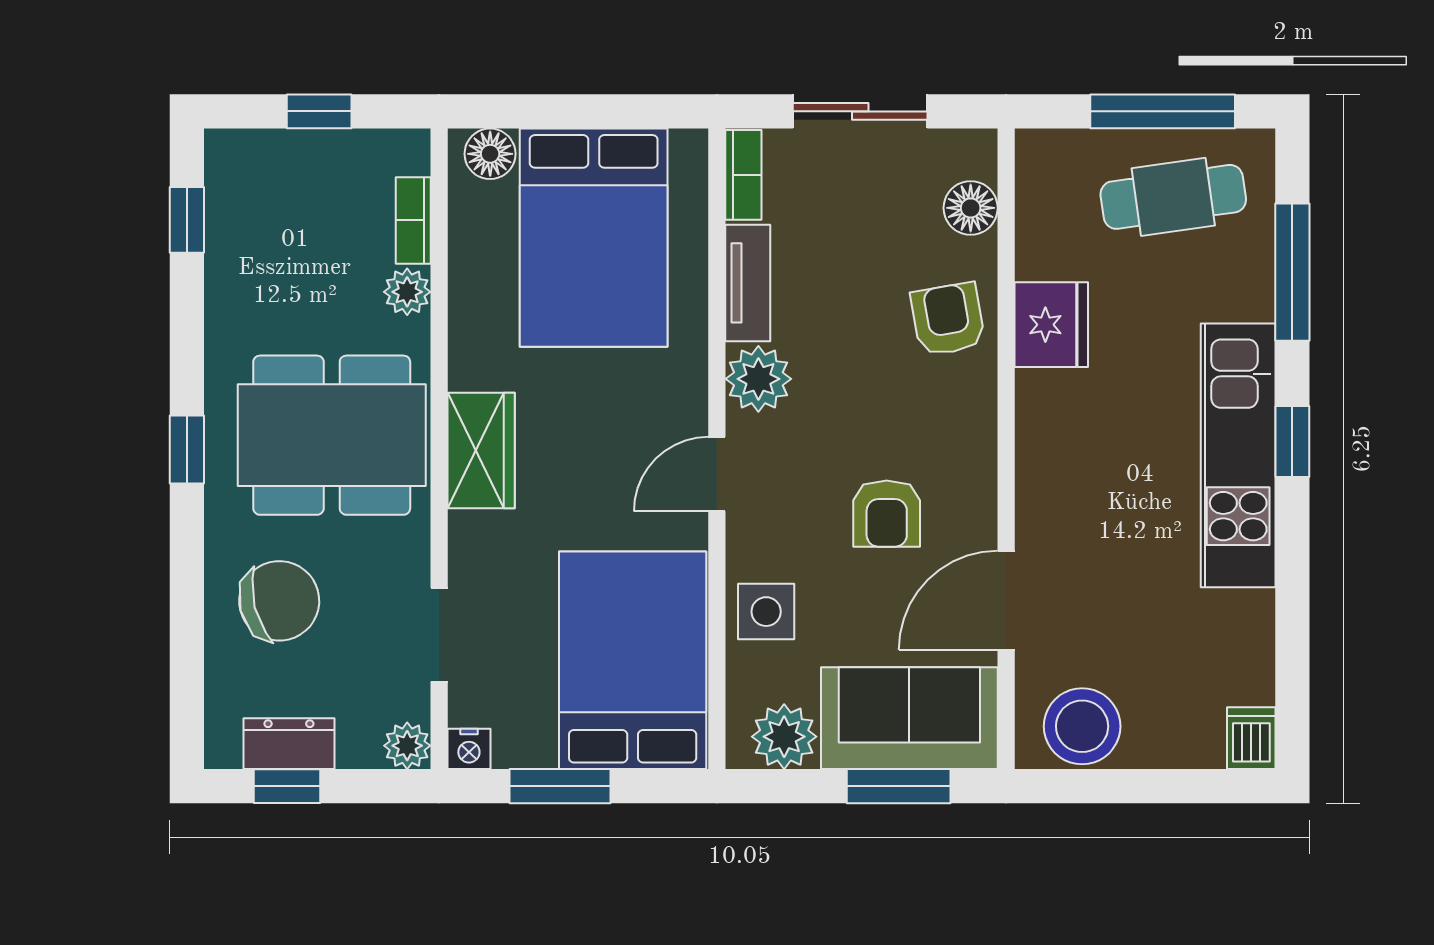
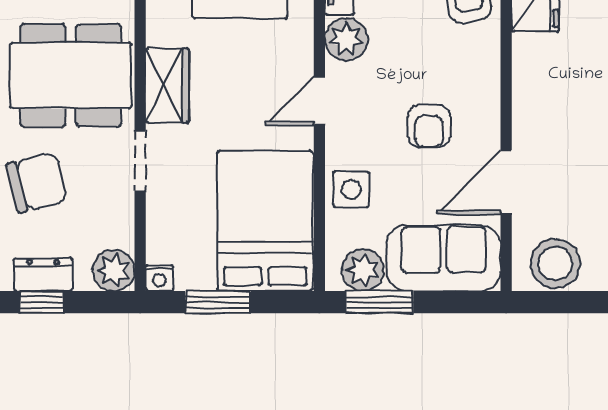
doorway: (439, 635) -> (140, 161), moved
plant: (407, 746) -> (114, 270), width x1.38, depth x1.38
window: (899, 786) -> (379, 302), moved

